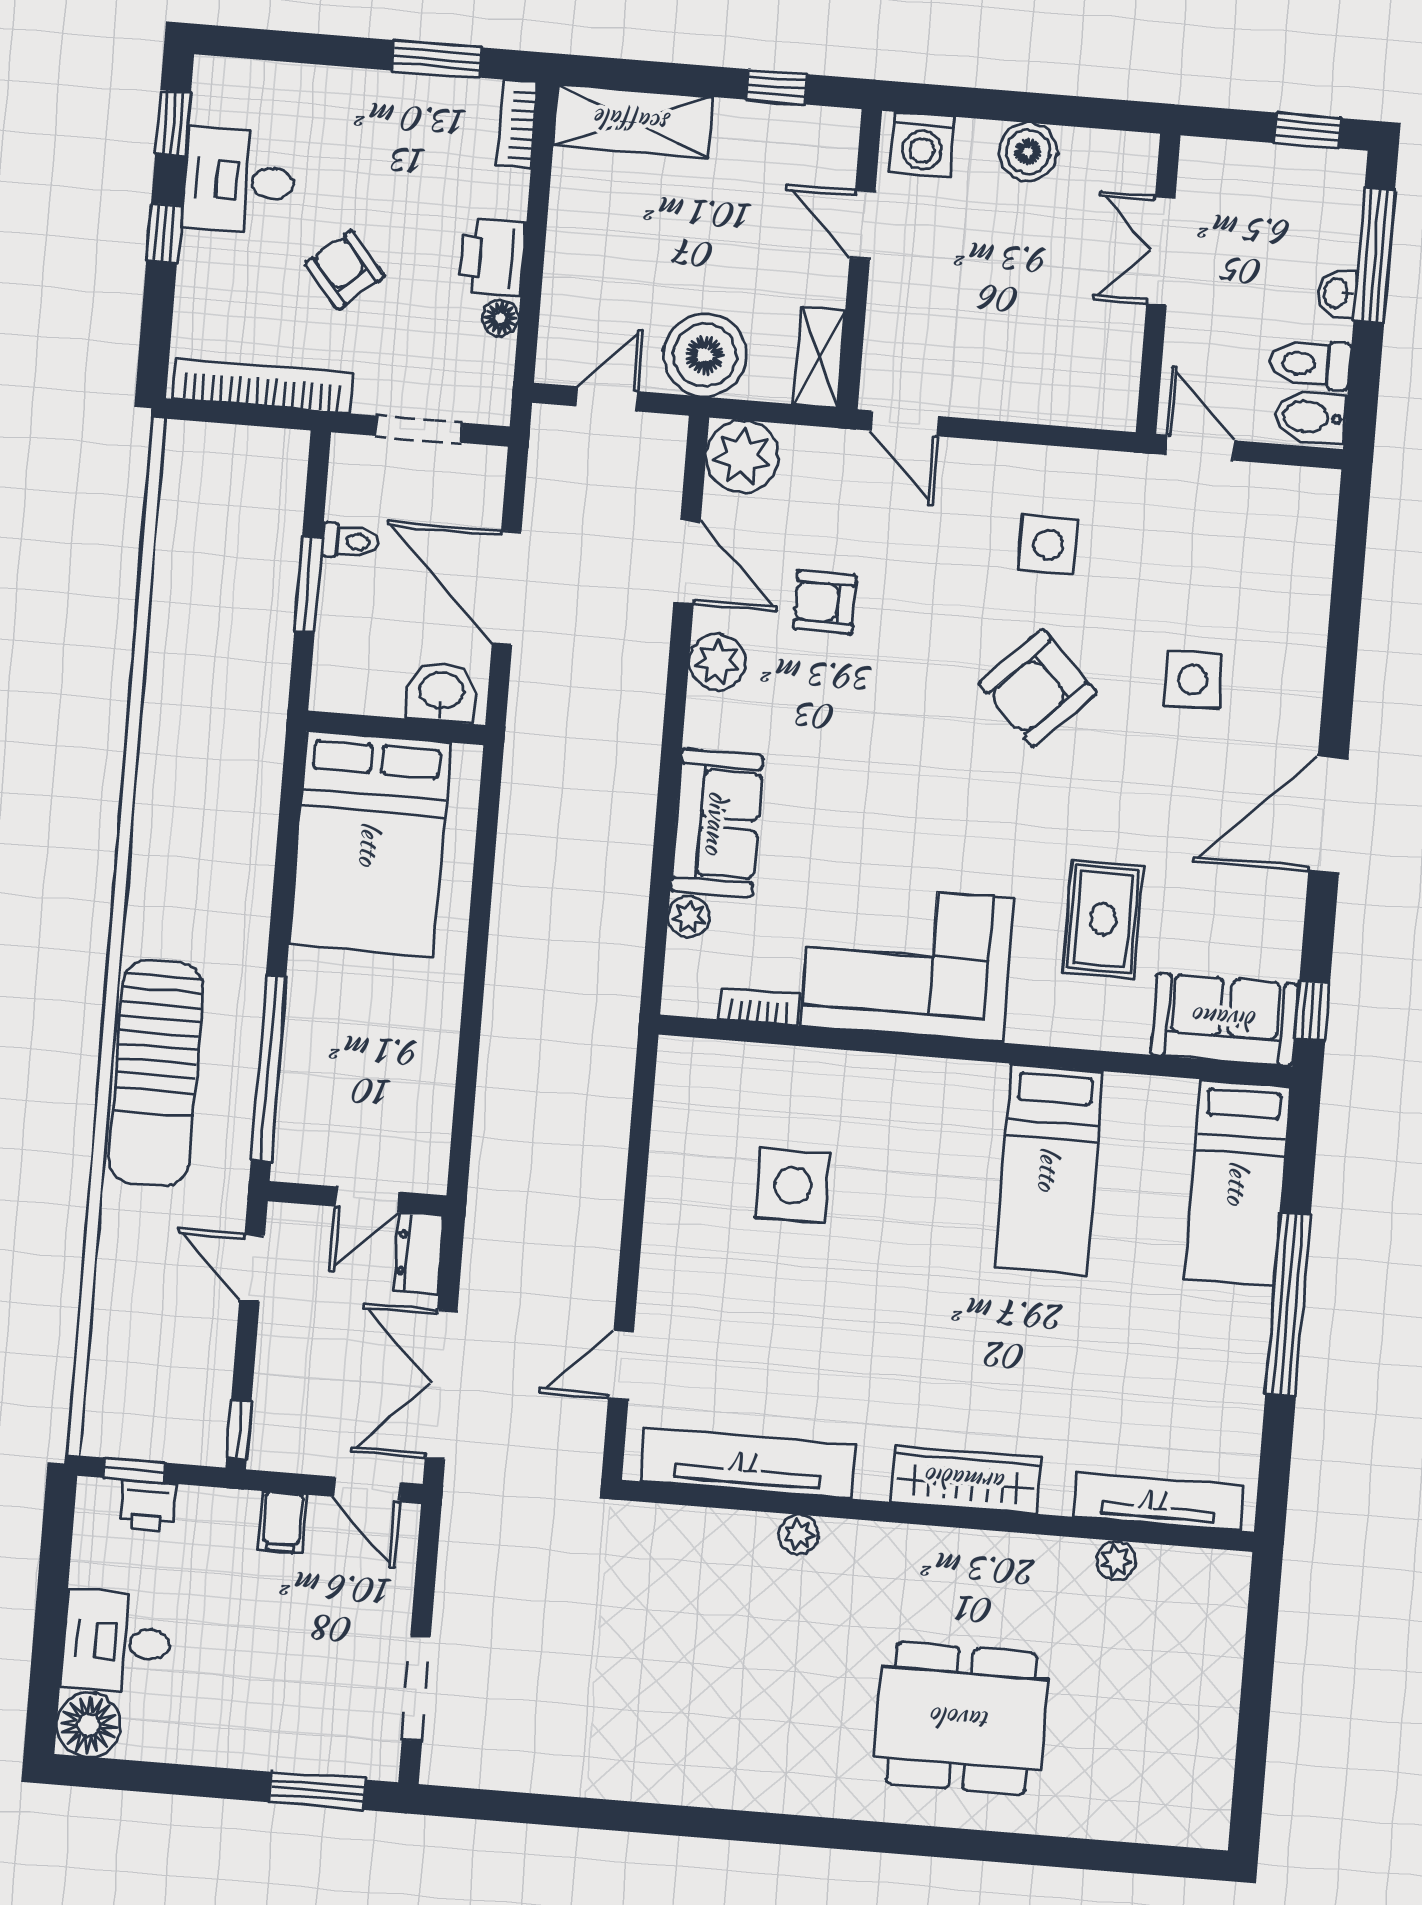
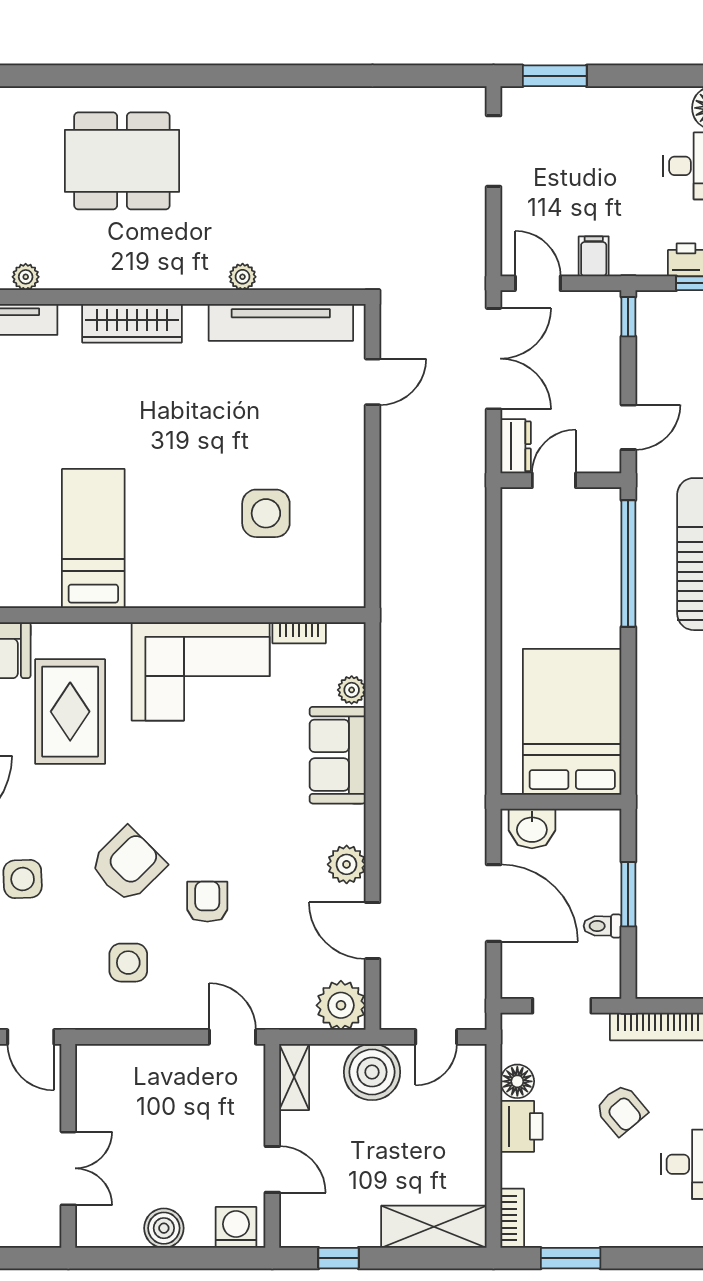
floor lamp: (501, 318) -> (517, 1081), width x1.37, depth x1.37
armchair: (825, 602) -> (207, 902), moved, turned -90
rug: (1103, 919) -> (70, 712), width x1.36, depth x1.43
door: (252, 1268) -> (628, 427), hinge flipped

